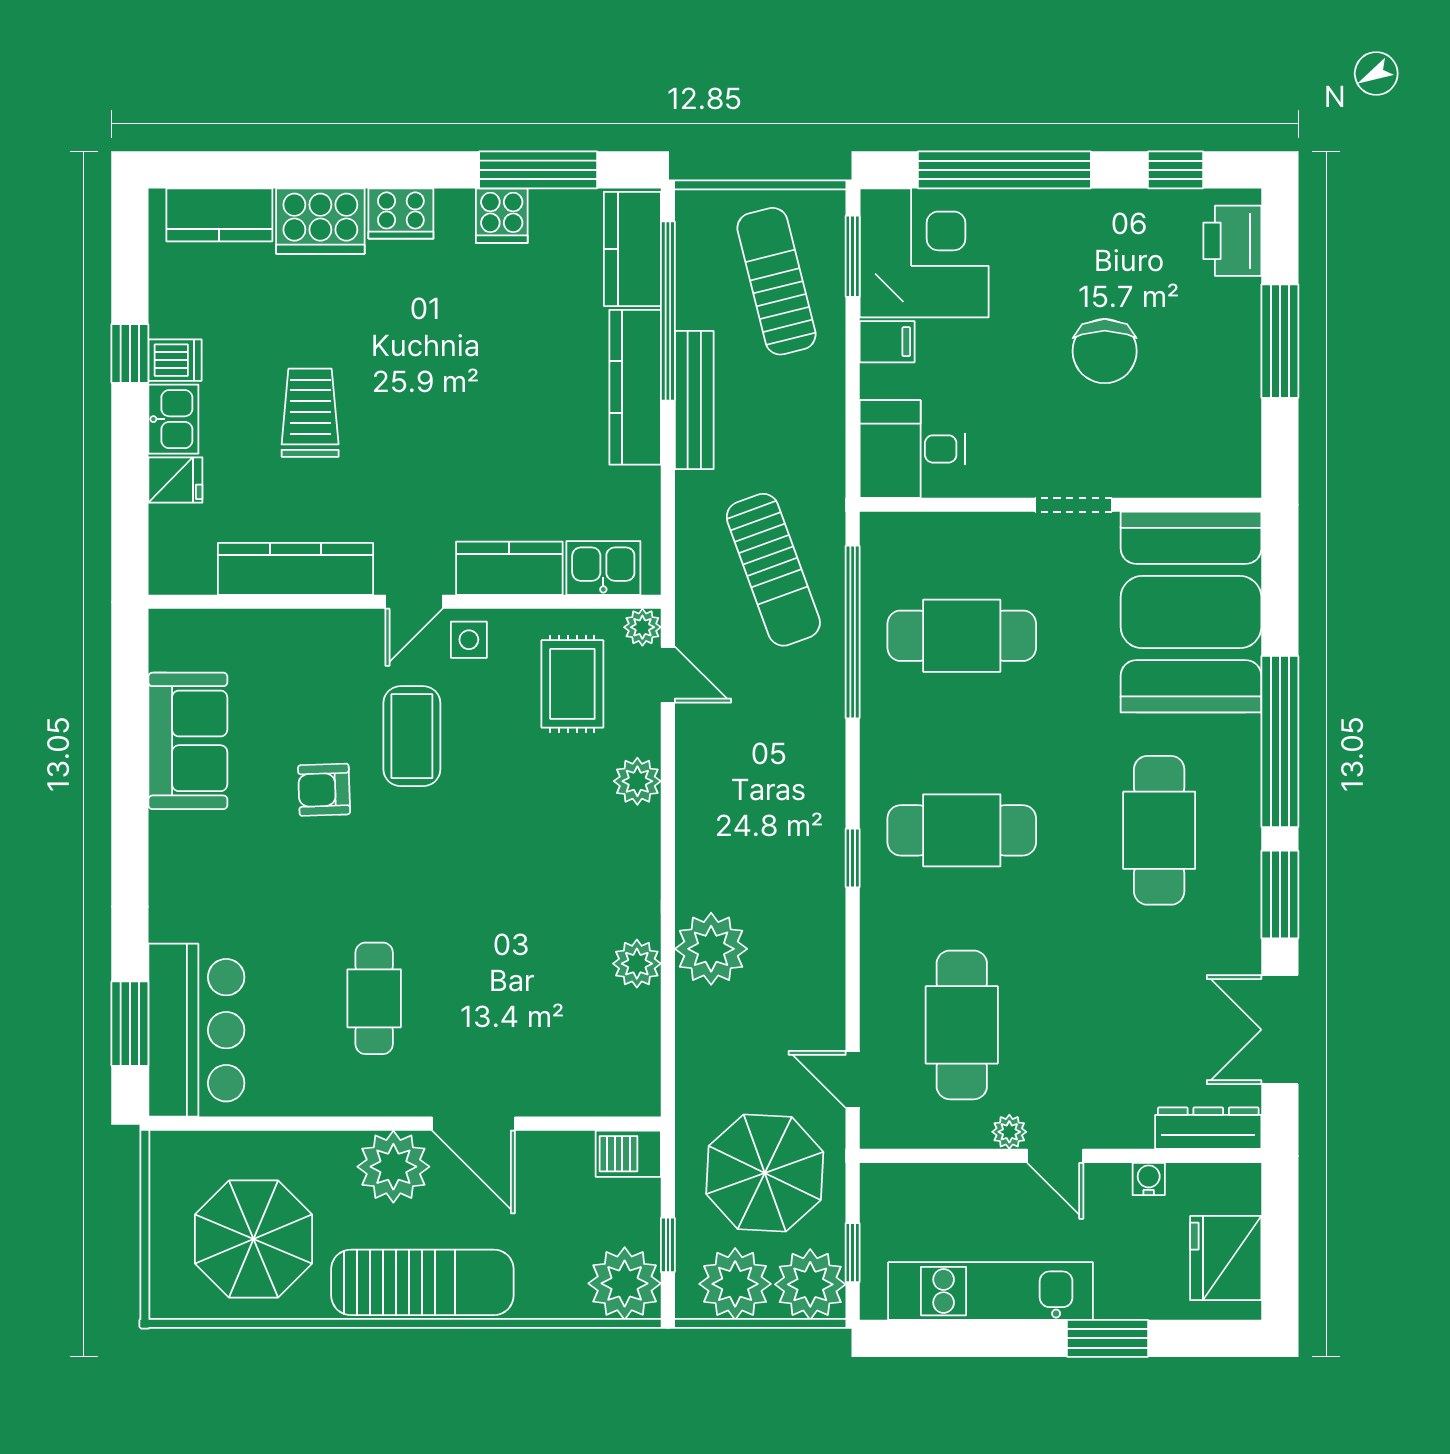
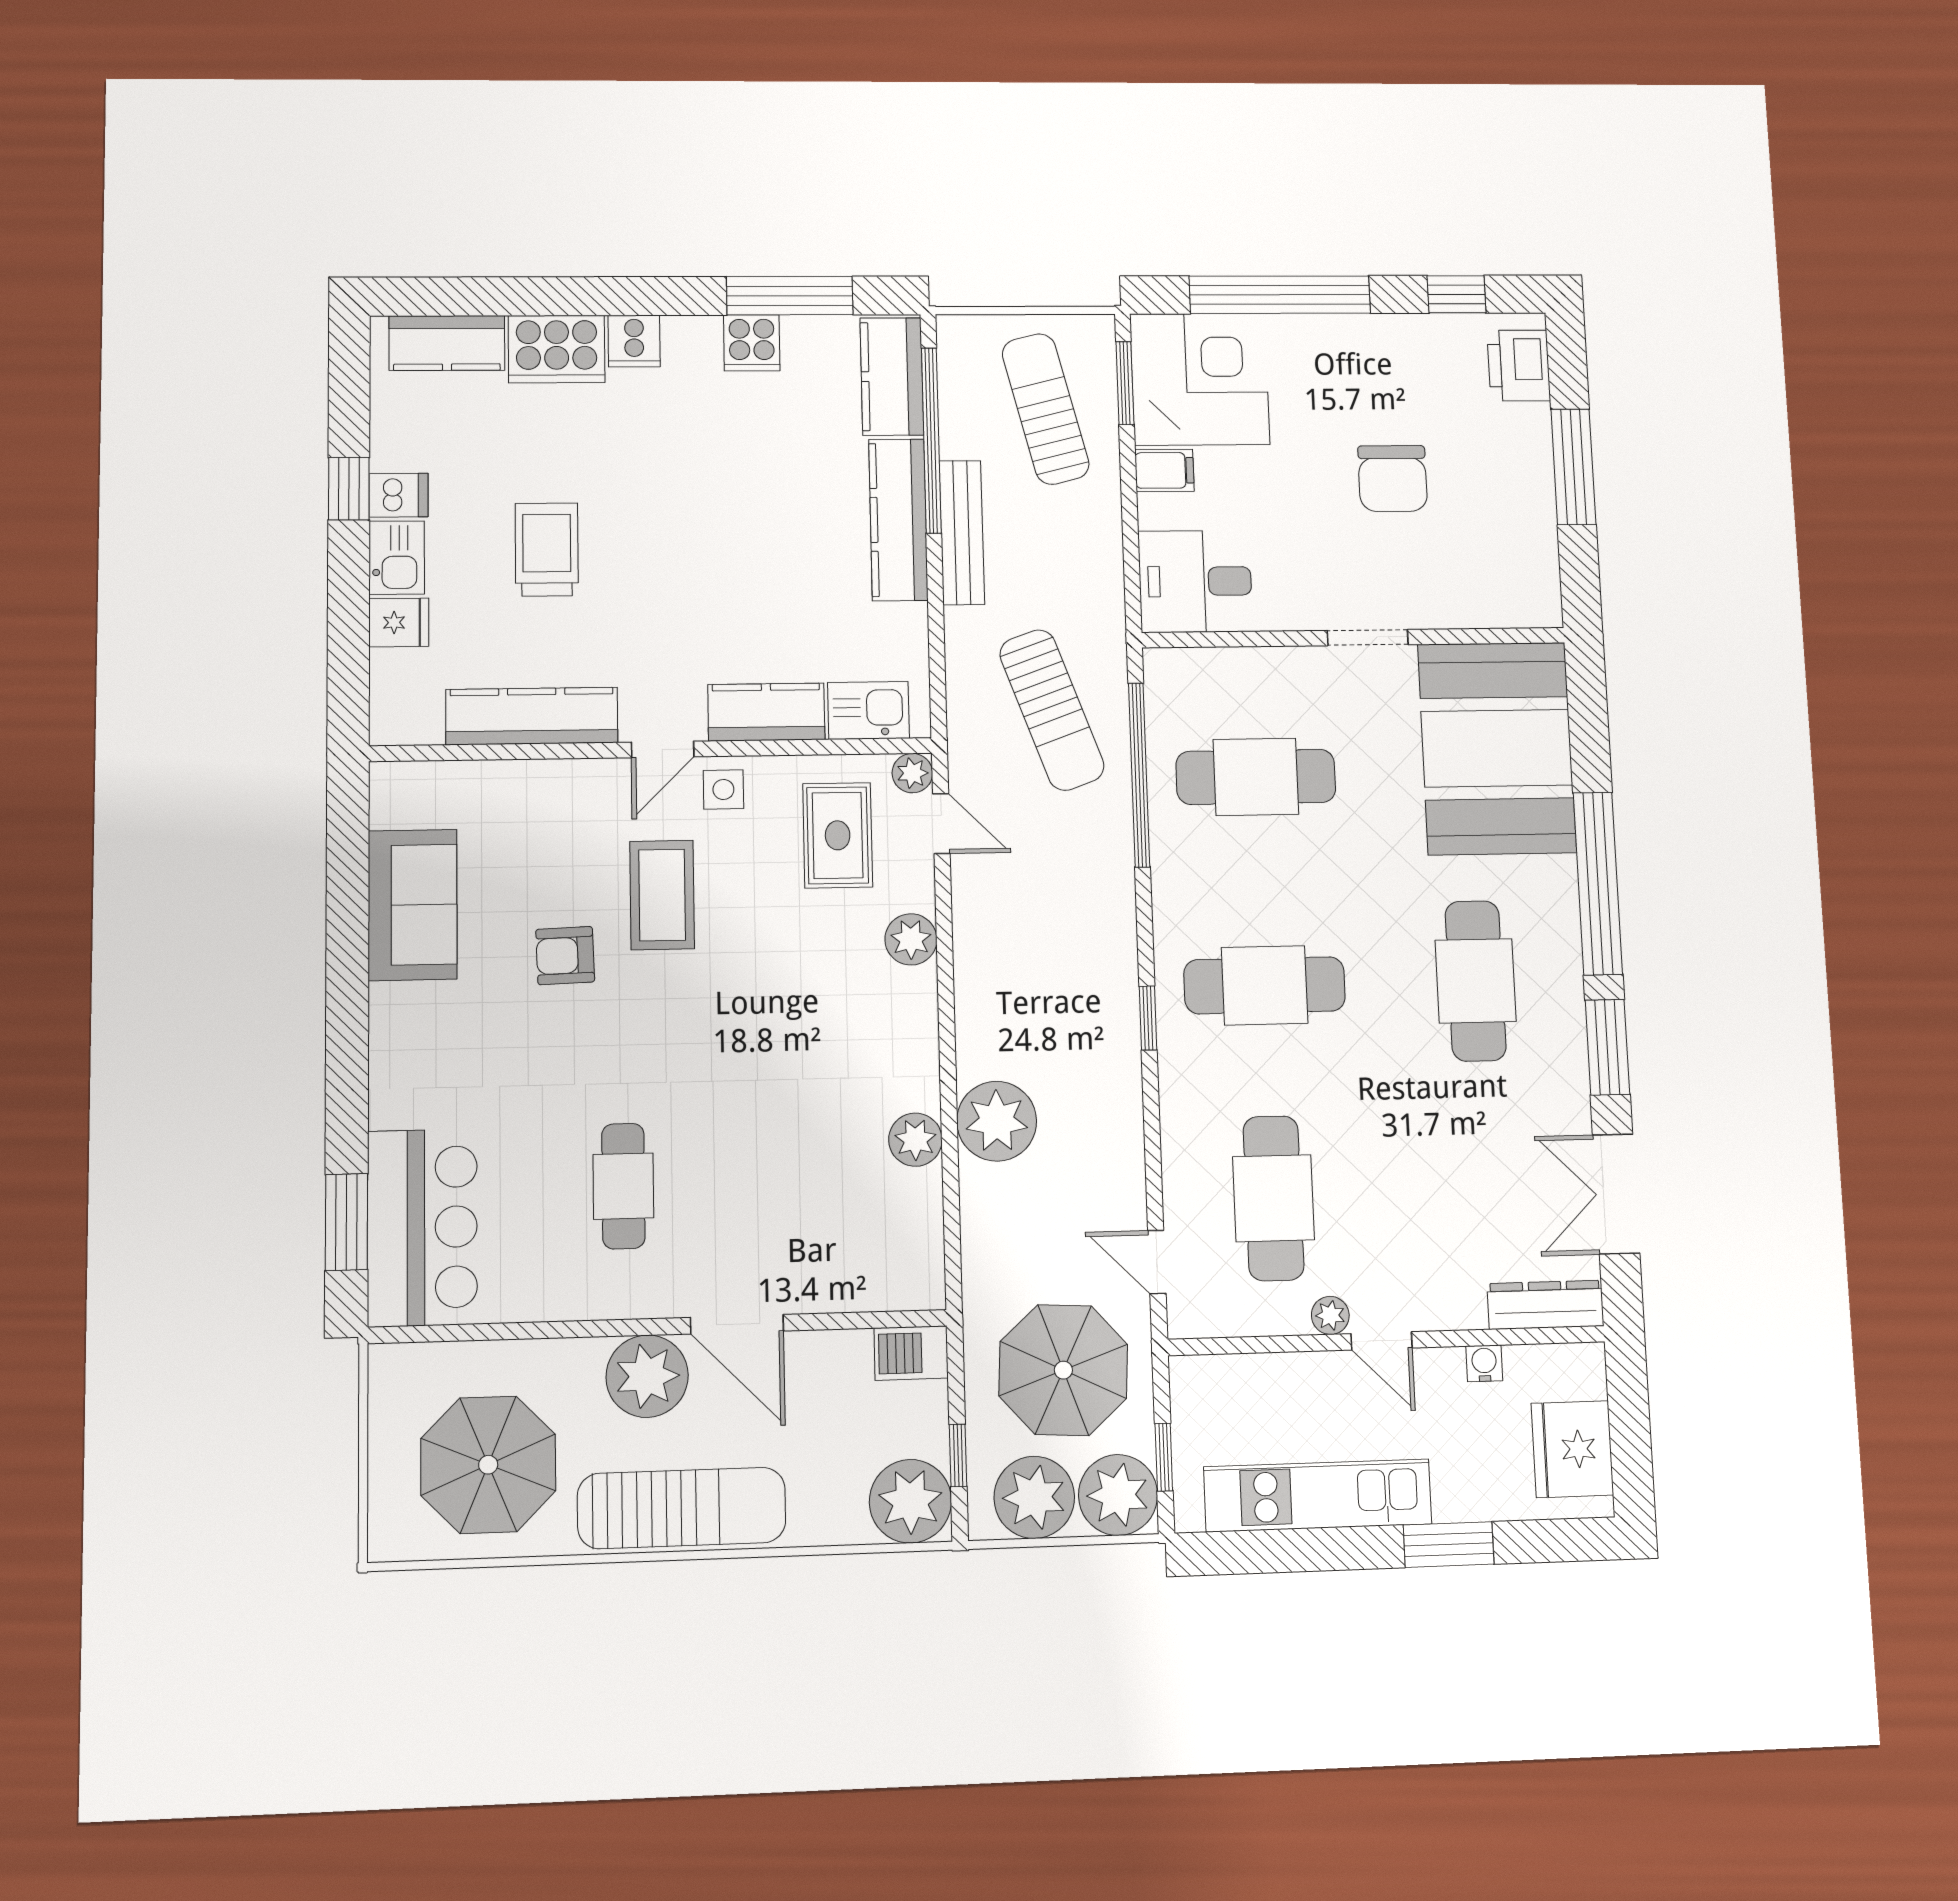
cooker: (401, 214) -> (634, 341), width x0.73

